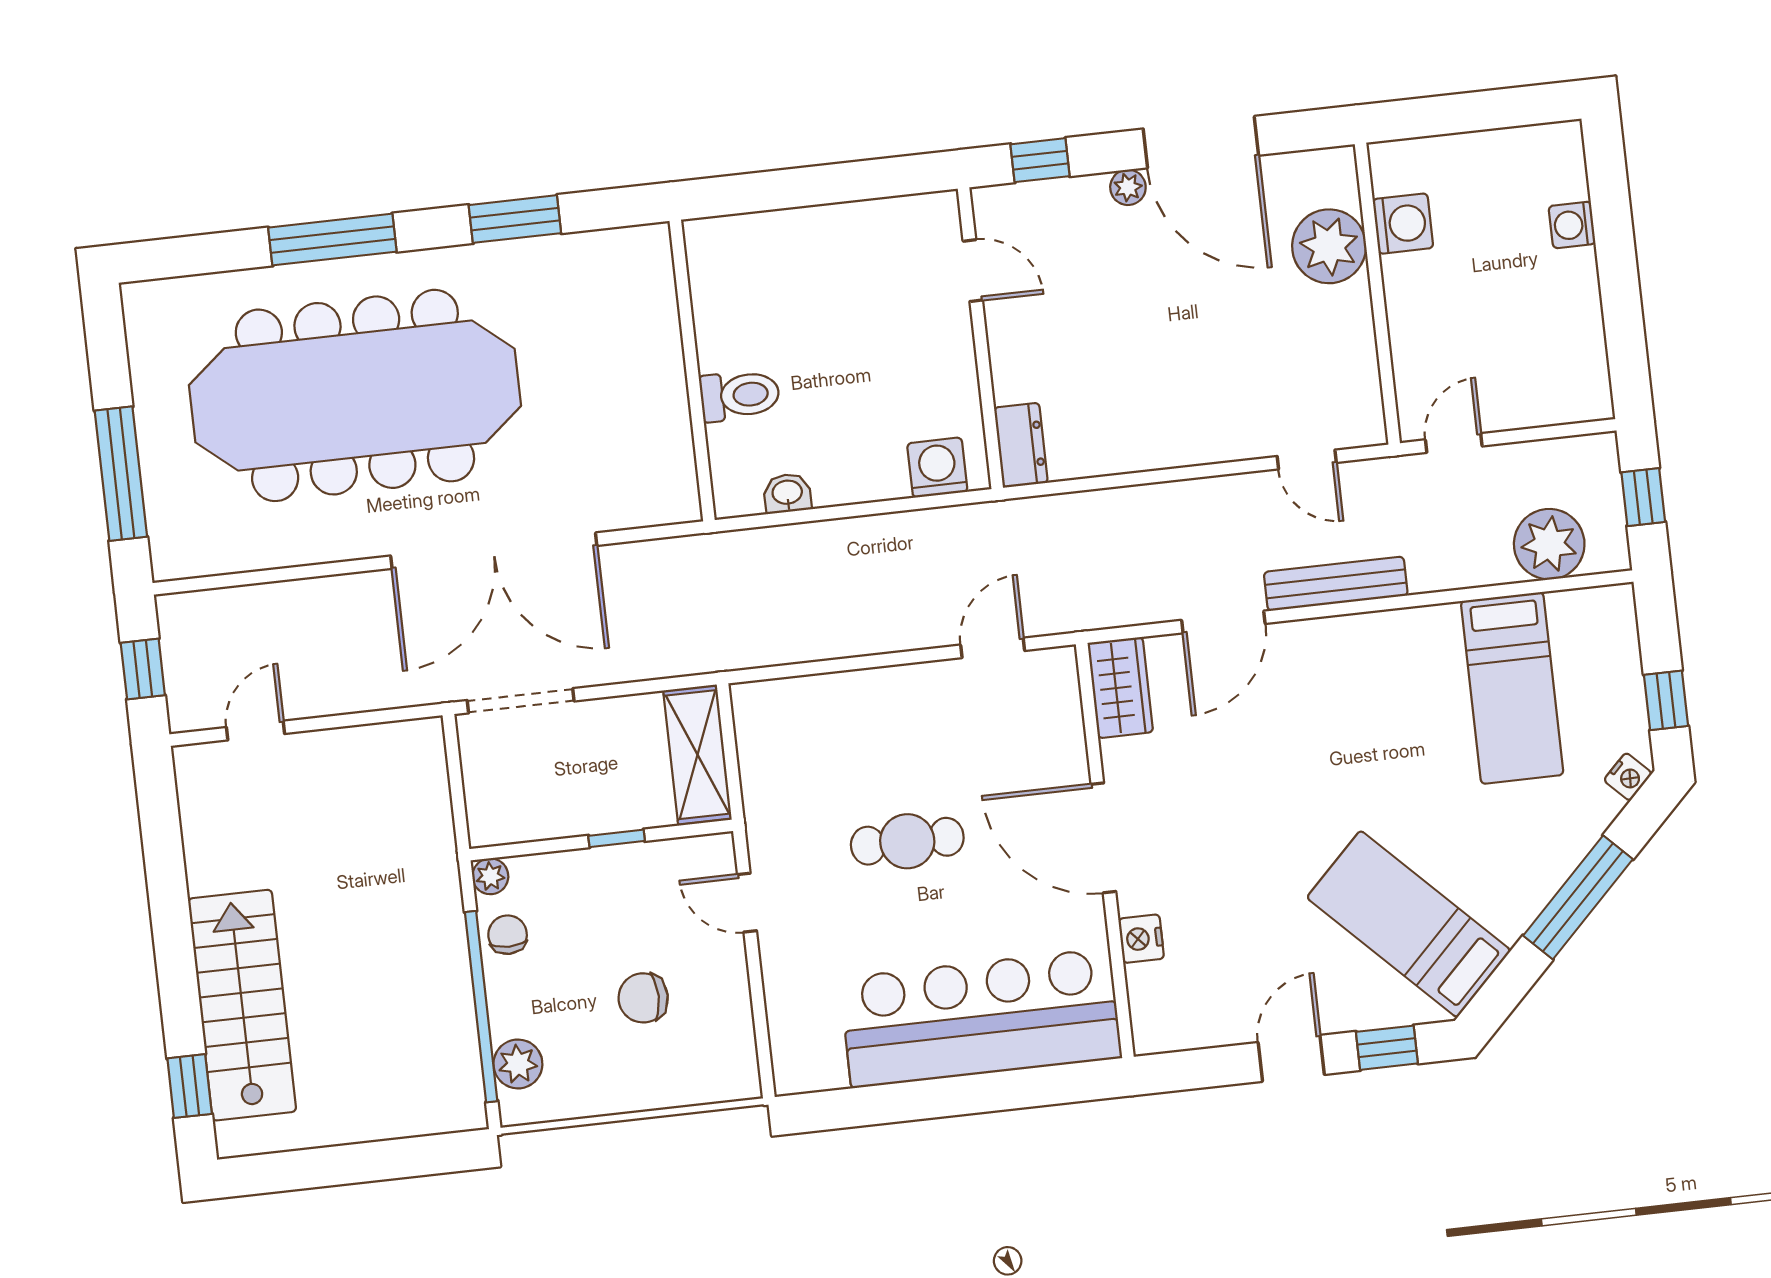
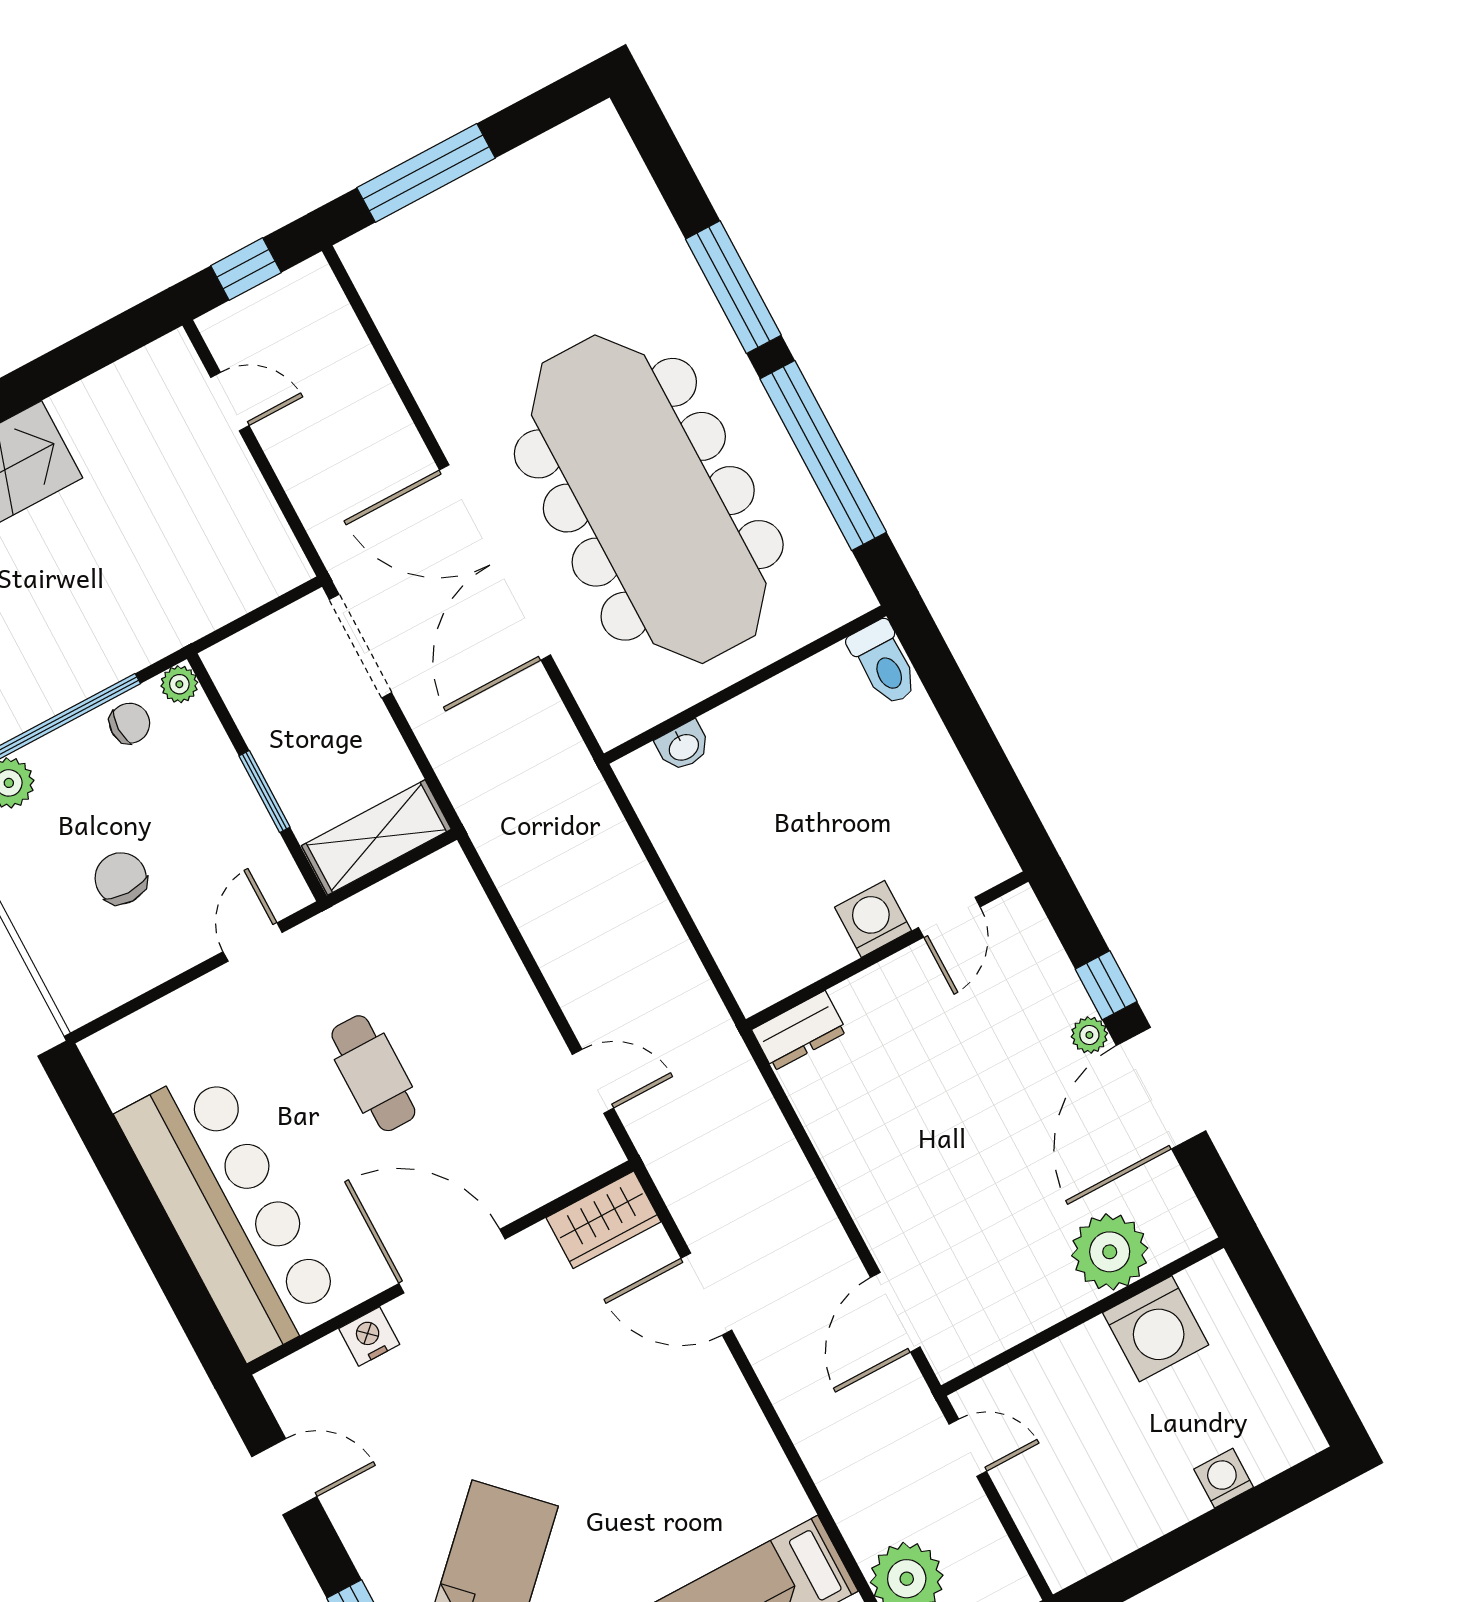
window: (1040, 160) -> (1106, 985), moved
window: (515, 219) -> (823, 456), width x2.11
washing machine: (1403, 224) -> (1156, 1329), width x1.37, depth x1.37
meeting table: (355, 395) -> (649, 499), moved
toilet: (740, 395) -> (884, 663), moved
door: (1307, 459) -> (895, 1312), width x1.38
washing machine: (937, 468) -> (873, 919), moved, turned -90
washbasin: (787, 493) -> (683, 746), moved, turned 90
bench: (1336, 584) -> (787, 1388), removed
window: (617, 838) -> (264, 791), width x1.50
door: (1103, 838) -> (452, 1261), hinge flipped
door: (1291, 1058) -> (284, 1477), moved

